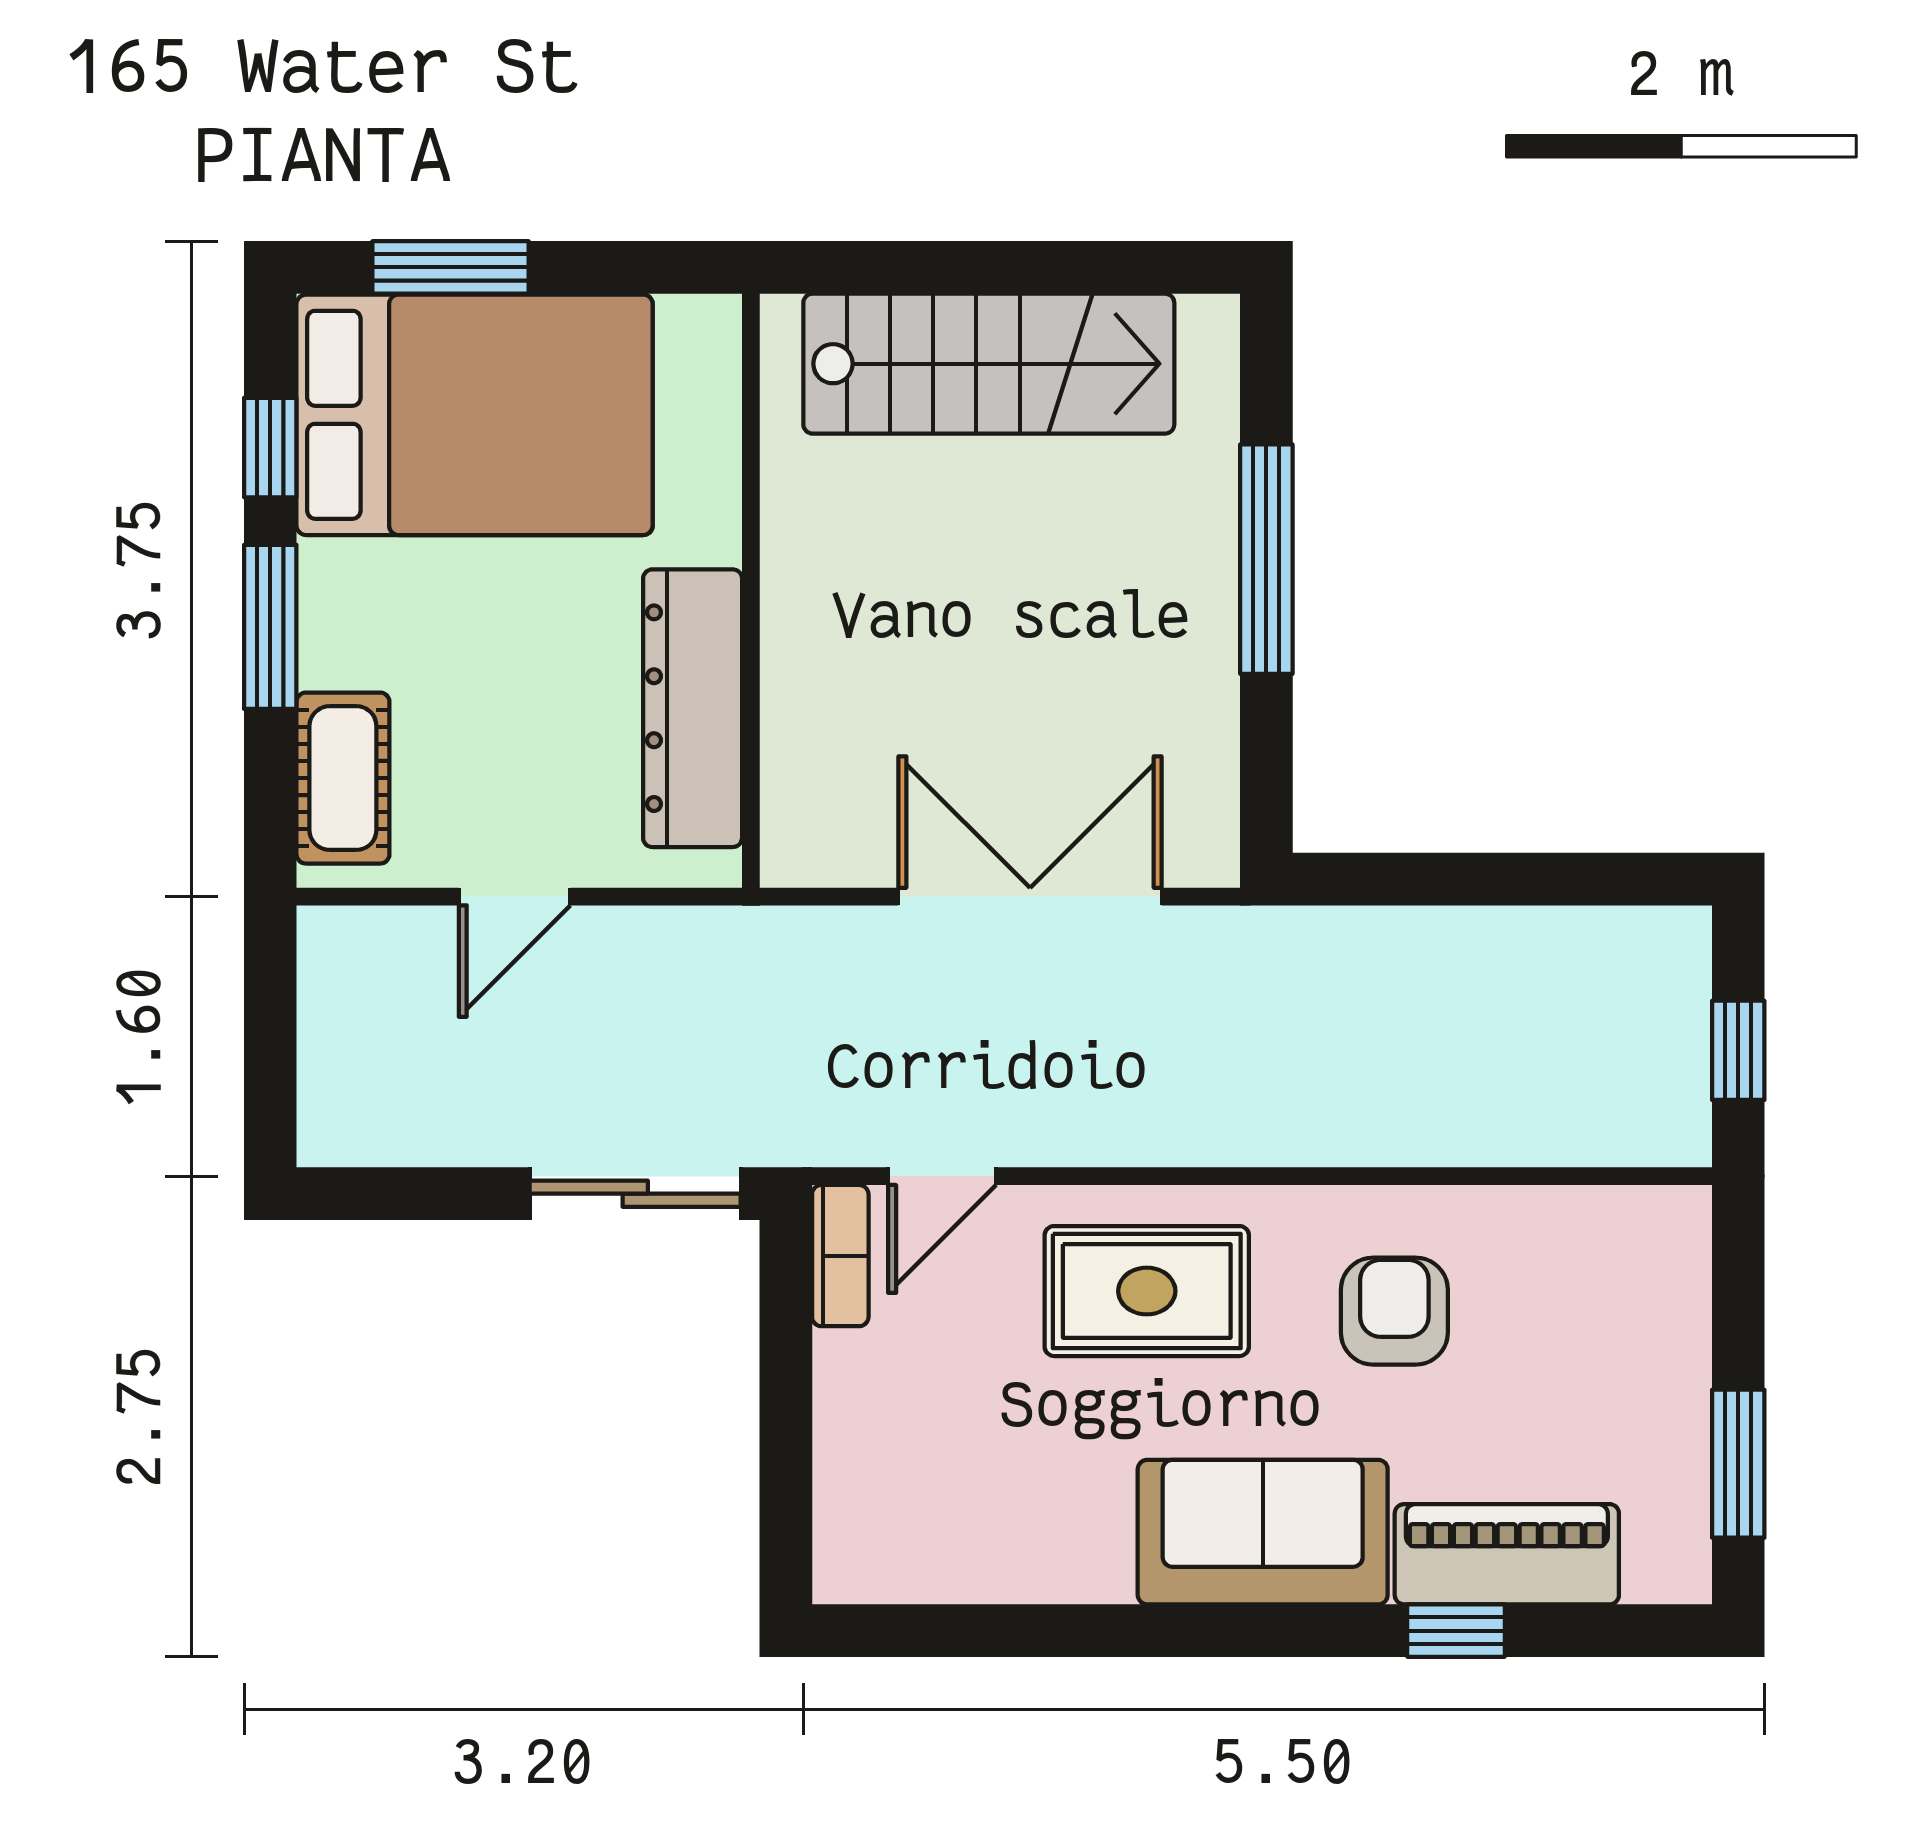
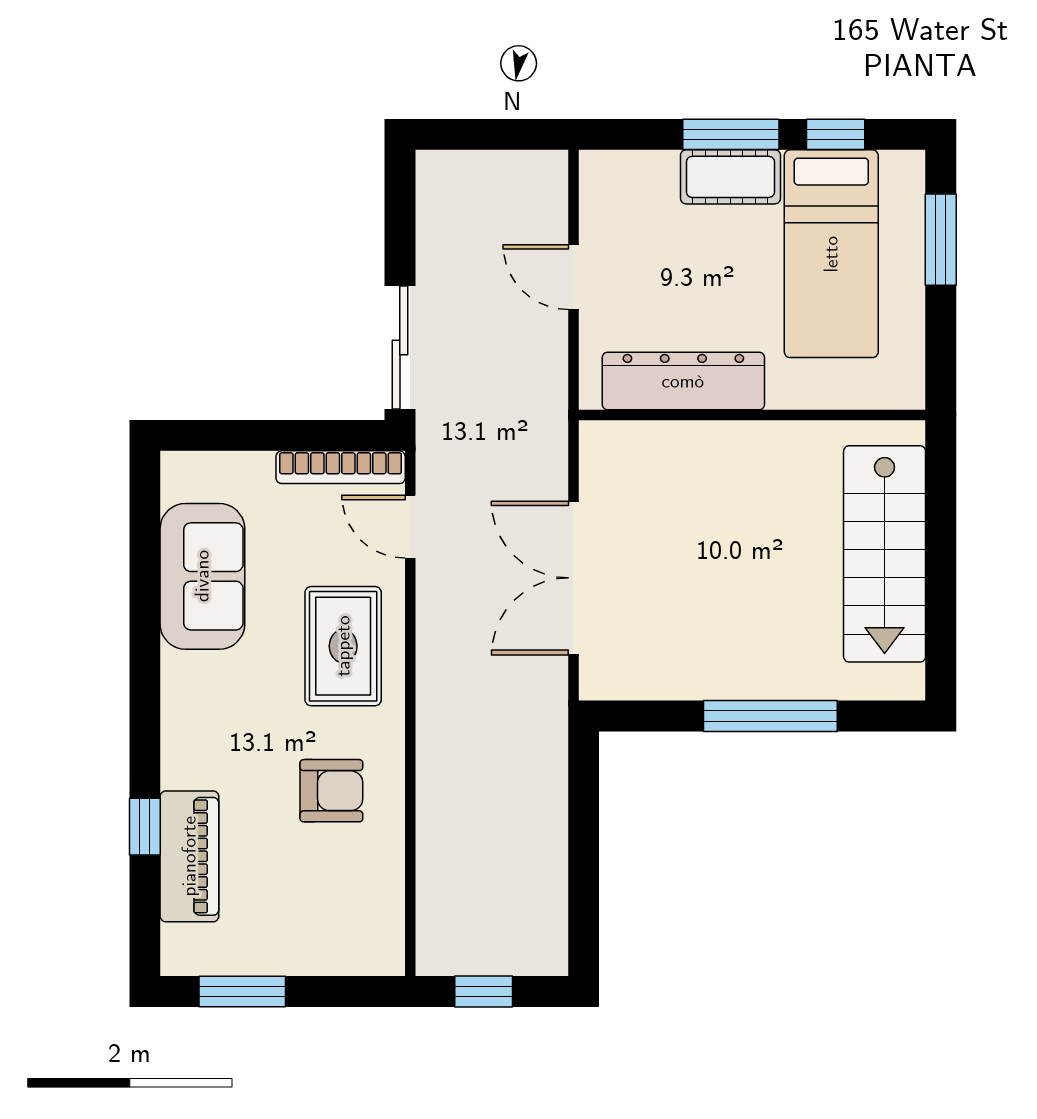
bed: (475, 415) -> (831, 254), width x0.67
cot: (343, 778) -> (730, 177), moved
double door: (1030, 897) -> (573, 578), swing flipped
bookcase: (840, 1256) -> (341, 467), width x1.56
sofa: (1263, 1532) -> (202, 576), moved

